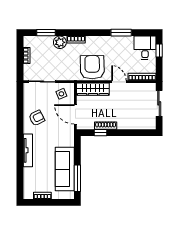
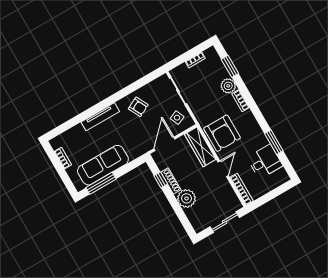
desk: (145, 48) -> (265, 162), moved
window: (159, 51) -> (278, 191), removed
armchair: (92, 67) -> (222, 133), turned 91
plant: (125, 121) -> (187, 198), added

